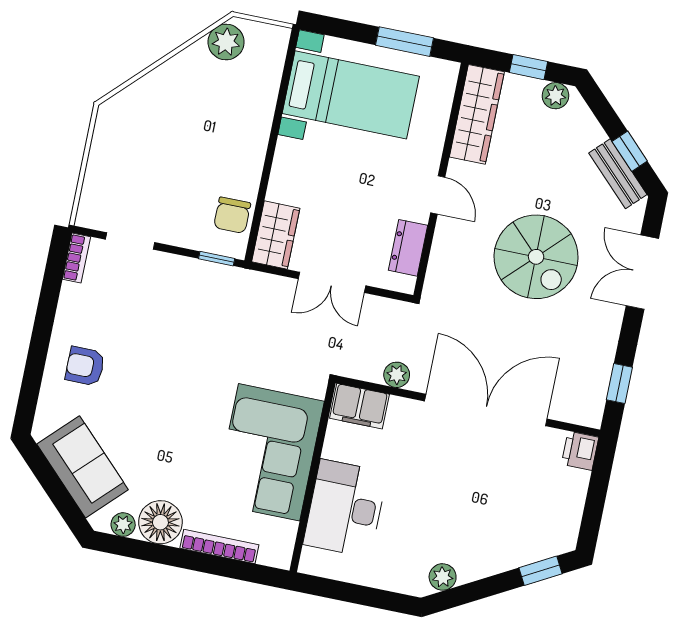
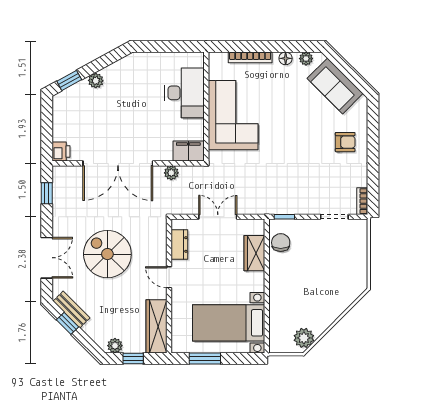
wardrobe: (276, 235) -> (254, 253), moved
floor lamp: (160, 522) -> (286, 58), width x0.53, depth x0.53
plant: (443, 577) -> (96, 81), moved

